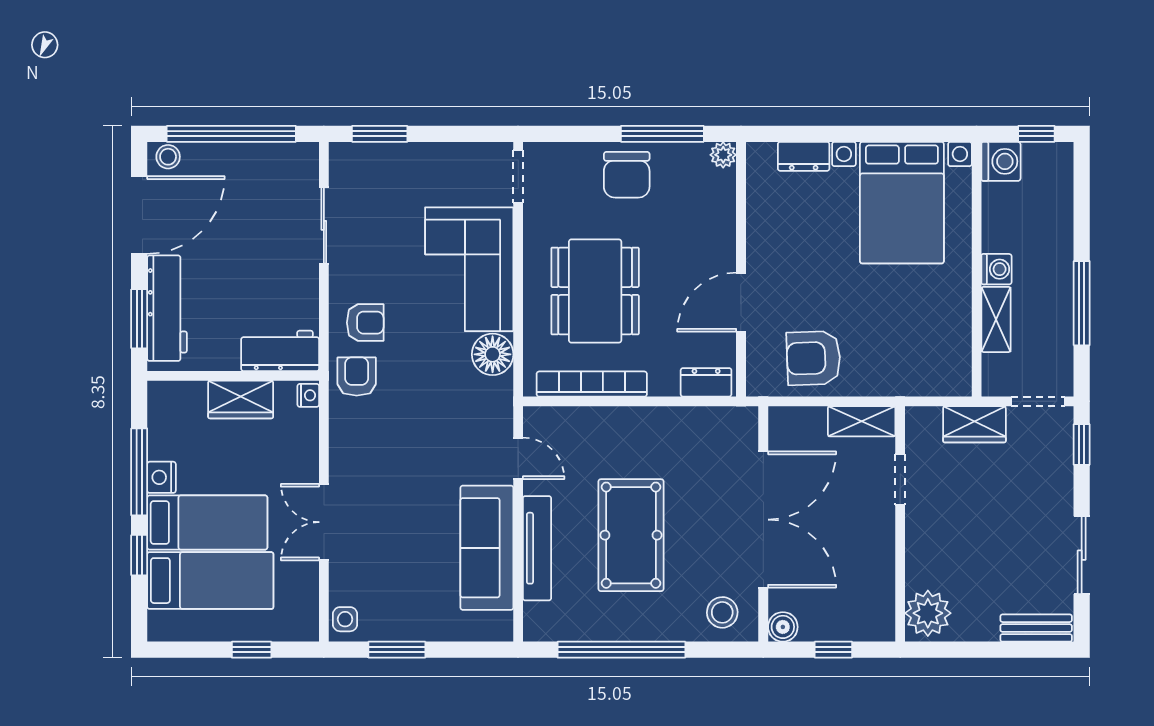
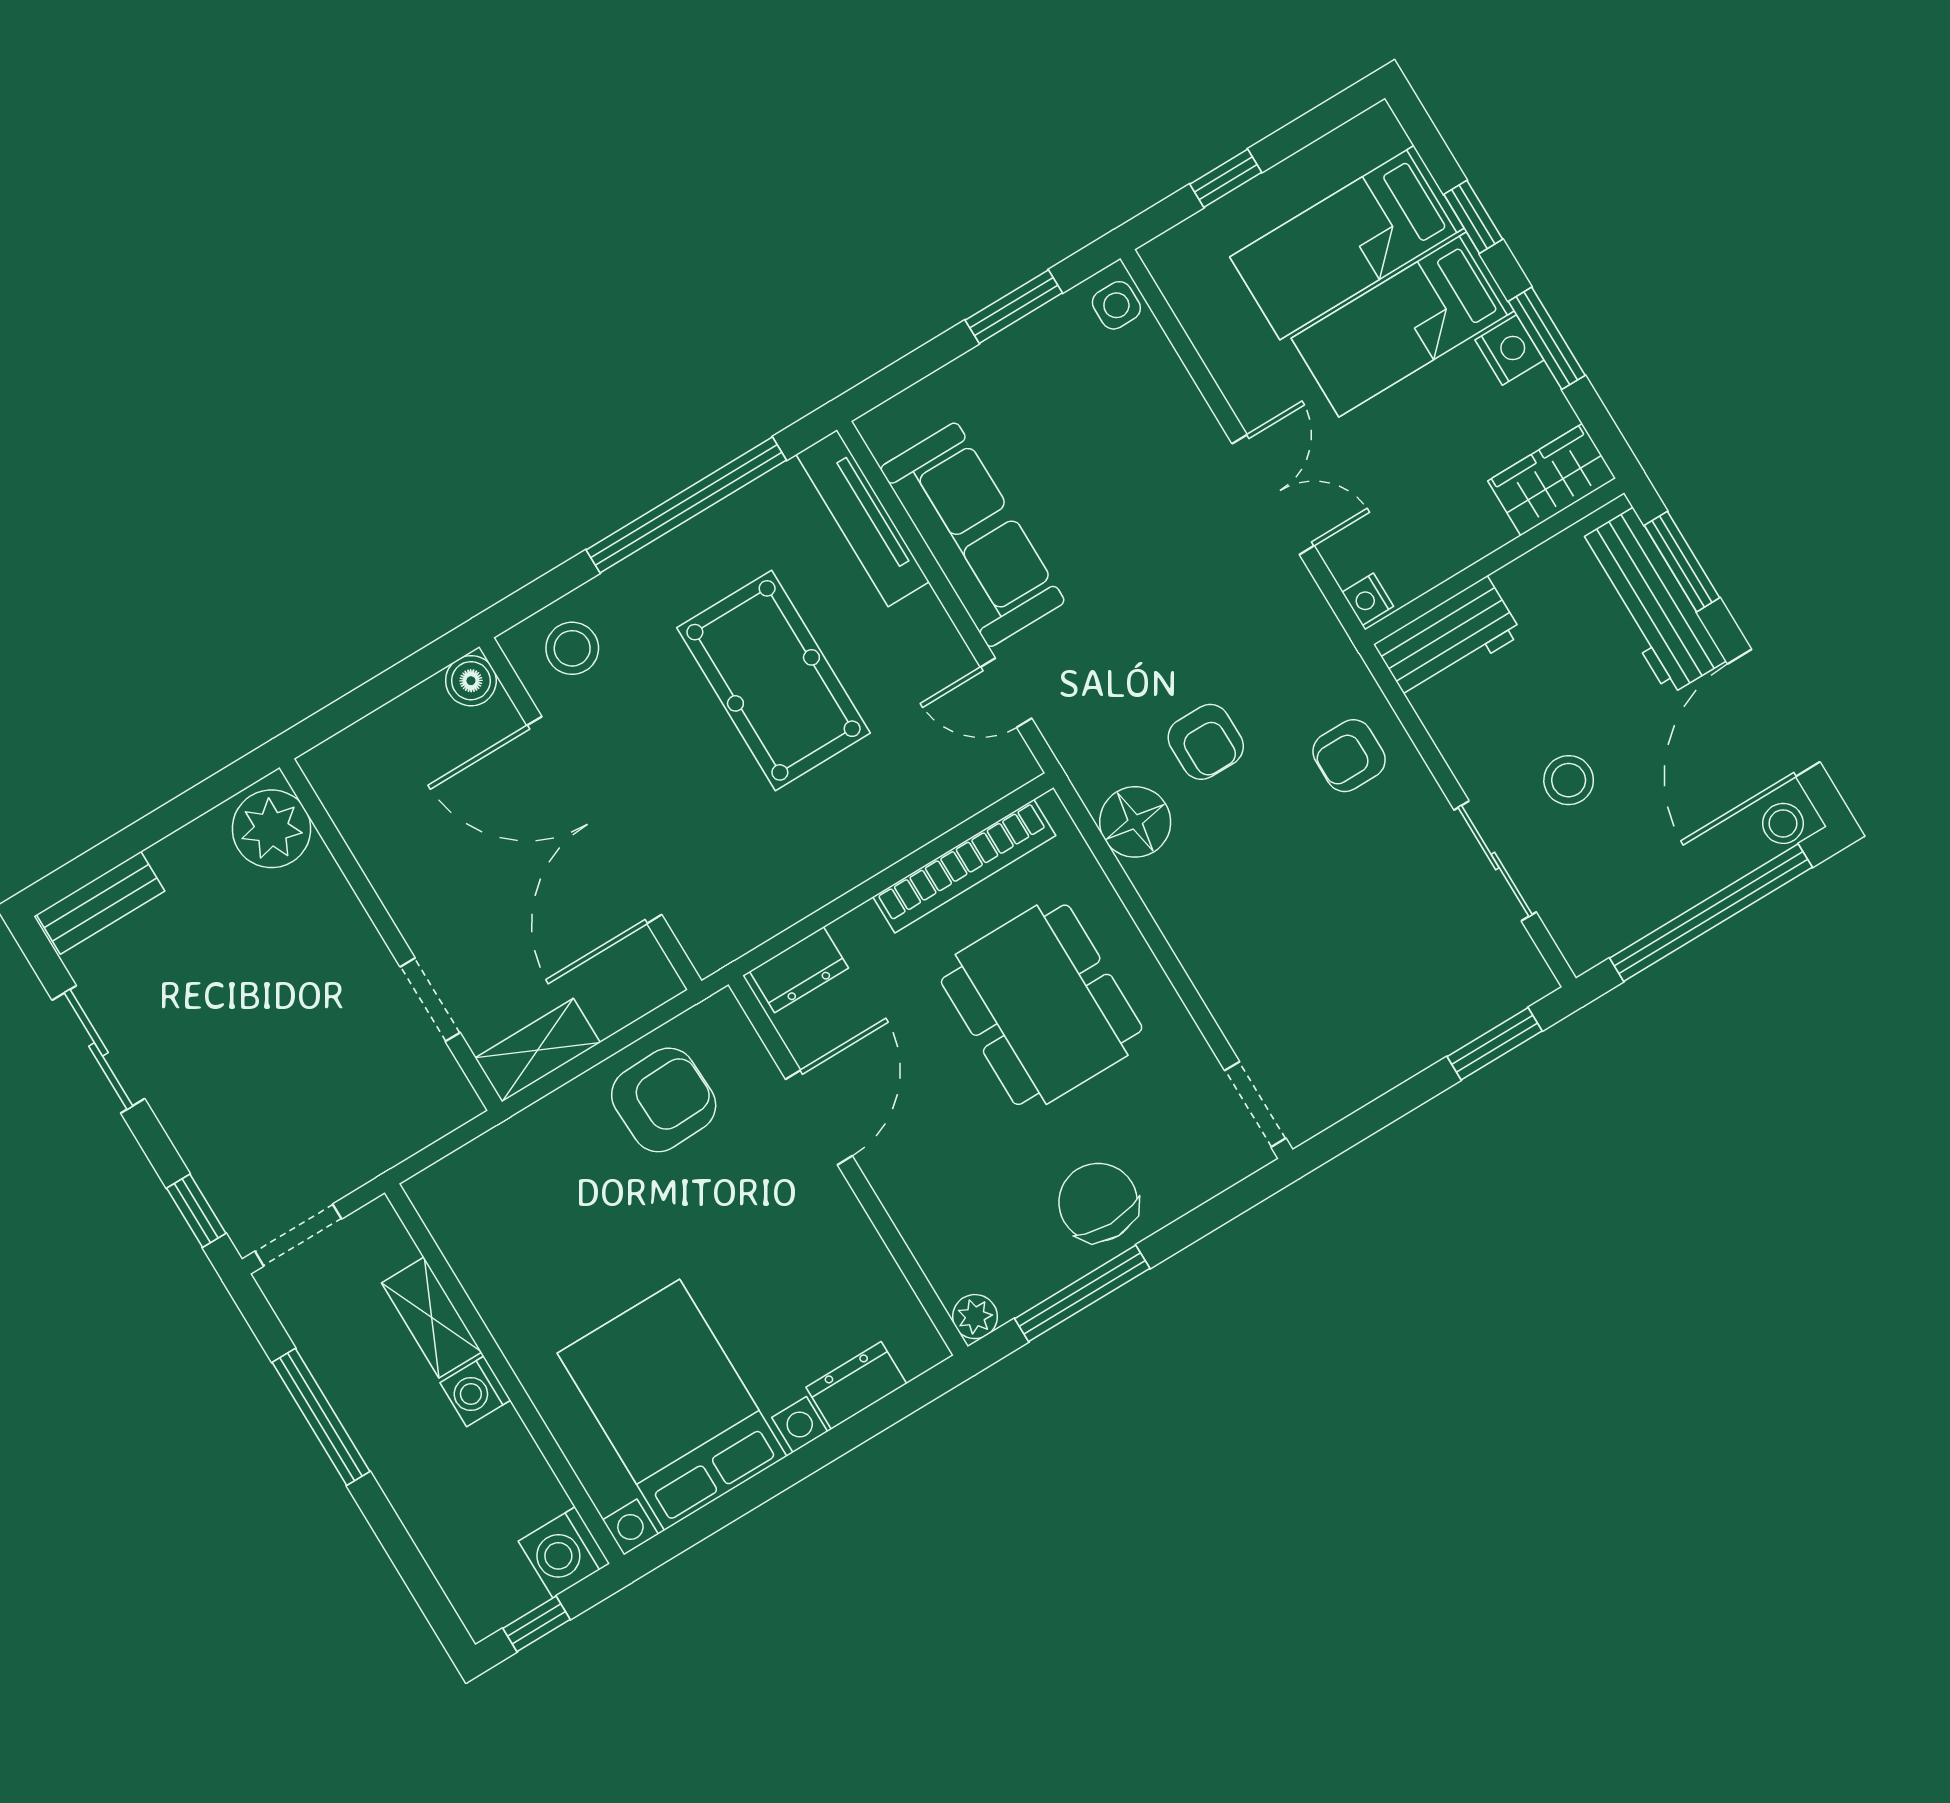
stool: (262, 244) -> (1569, 780), added
corner sofa: (469, 269) -> (1244, 925), removed
armchair: (357, 377) -> (1206, 742), moved
wardrobe: (241, 399) -> (1552, 480), moved
wardrobe: (974, 424) -> (371, 1145), removed
window: (139, 472) -> (1547, 338), width x0.69
double door: (324, 522) -> (1273, 495), moved
tv unit: (537, 548) -> (863, 518), moved
window: (833, 650) -> (377, 692), removed

